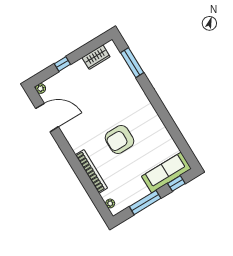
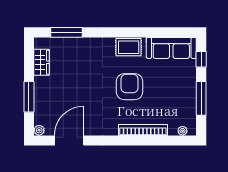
window: (62, 64) -> (29, 97), width x2.17
rug: (151, 120) -> (129, 47), added
armchair: (120, 139) -> (130, 87), turned 180
sofa: (166, 172) -> (171, 48), moved, turned -90

